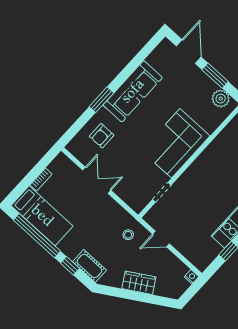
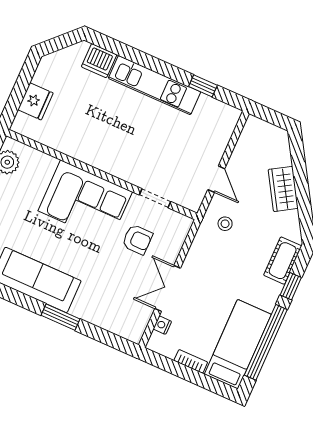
armchair: (102, 136) -> (137, 239), moved
nightstand: (191, 277) -> (162, 325), moved

